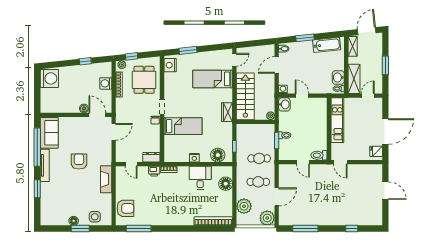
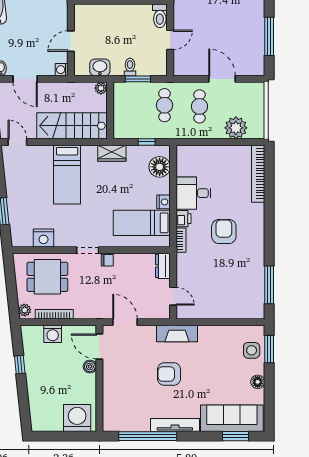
window: (132, 56) -> (12, 295), removed
nightstand: (170, 65) -> (43, 238), moved
washing machine: (49, 78) -> (77, 418), moved
bed: (213, 79) -> (67, 175), moved
washbasin: (284, 104) -> (100, 67), moved
wardrobe: (227, 112) -> (112, 153), moved
door: (97, 115) -> (99, 346), hinge flipped
bed: (183, 126) -> (142, 223), moved, turned -90
sofa: (49, 133) -> (232, 418), moved, width x1.36
door: (131, 164) -> (173, 296), hinge flipped
printer: (154, 171) -> (183, 219), moved
fireplace: (106, 179) -> (177, 333), moved
floor lamp: (226, 184) -> (202, 155), removed
window: (37, 189) -> (236, 436), moved
armchair: (125, 208) -> (224, 231), moved
plant: (267, 218) -> (253, 93), removed
window: (80, 228) -> (269, 349), moved

